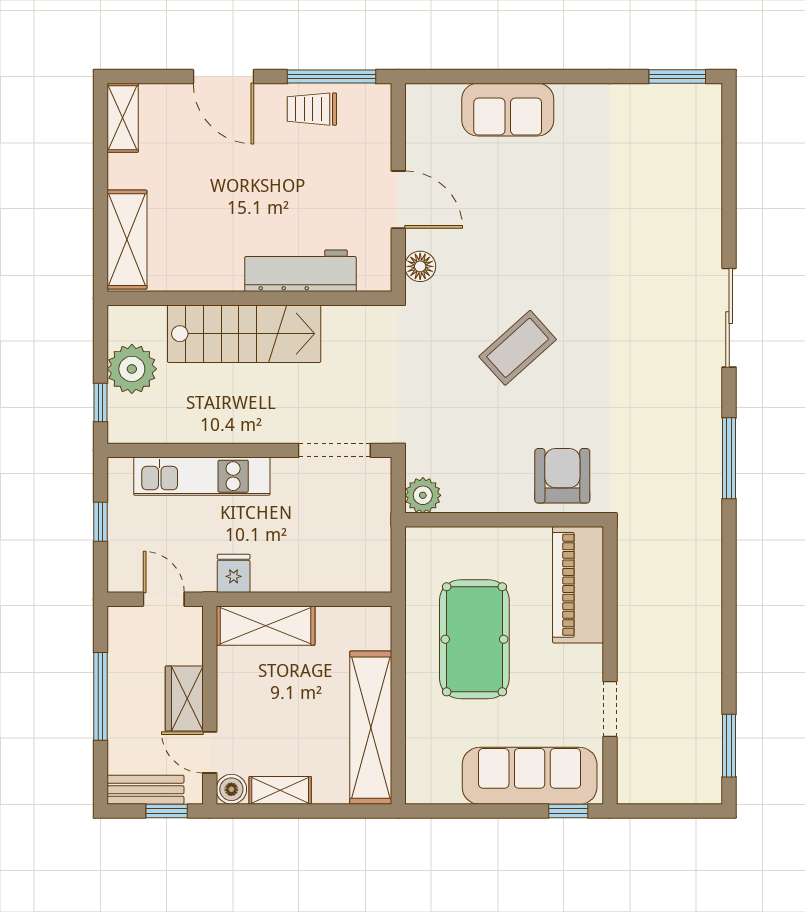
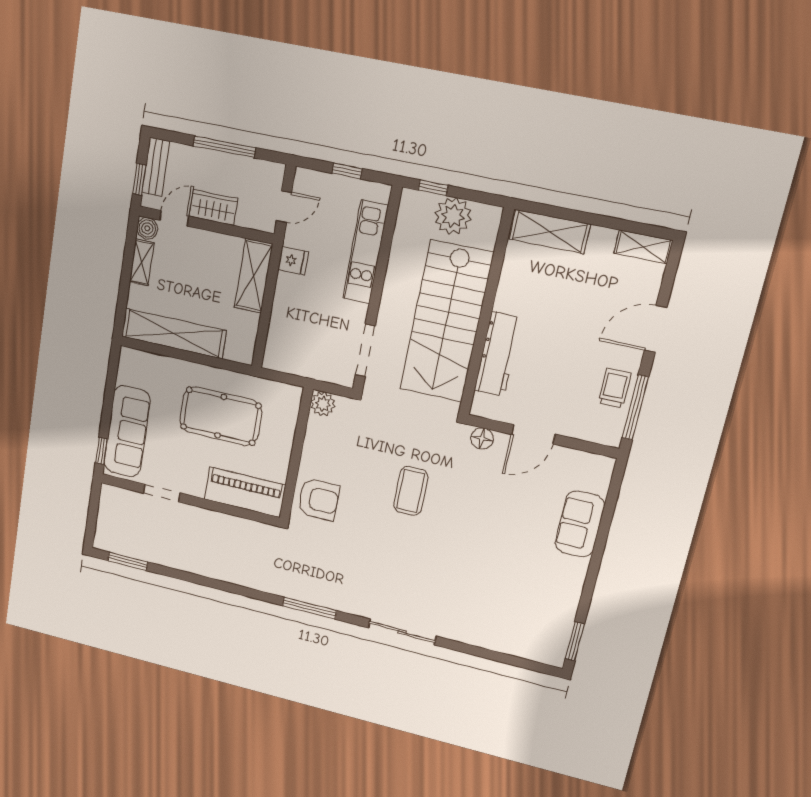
stairs: (244, 334) -> (446, 322), width x1.36, depth x1.51
coffee table: (518, 348) -> (411, 491), turned 42

